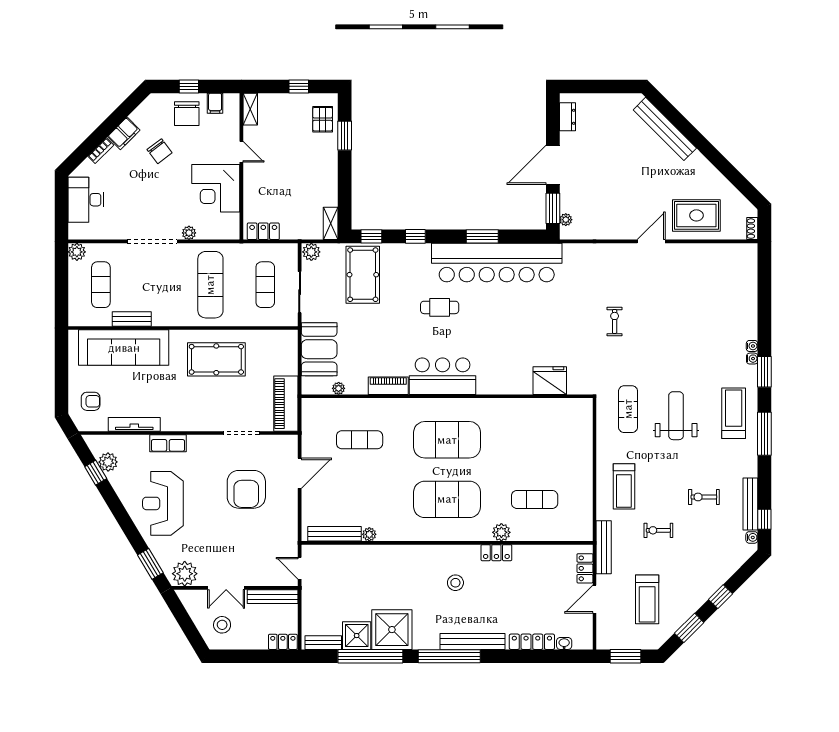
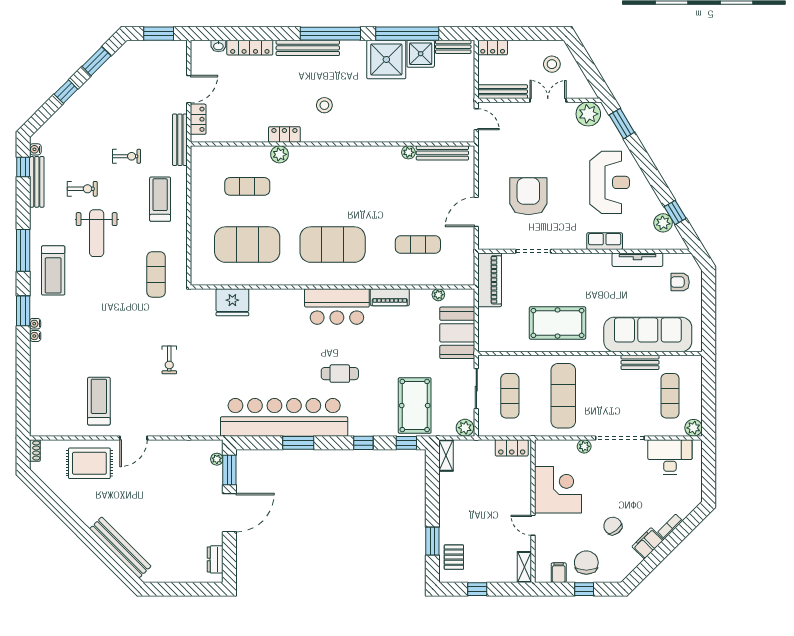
desk: (86, 200) -> (670, 457), moved, turned -90
weight bench: (676, 416) -> (97, 233), moved
exercise mat: (447, 499) -> (247, 245), moved
treadmill: (647, 599) -> (99, 401), moved

